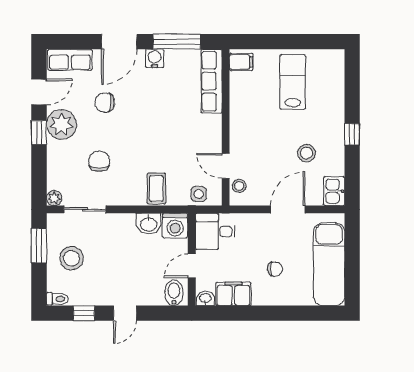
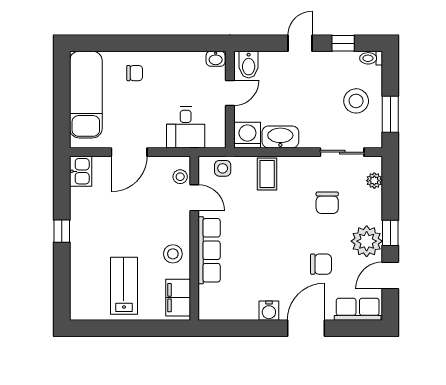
window: (177, 42) -> (246, 328), removed
filing cabinet: (241, 62) -> (178, 298), width x2.00
row of seats: (212, 81) -> (209, 250), moved
lab bench: (293, 82) -> (124, 286), turned 180
stool: (306, 153) -> (173, 254), moved
plant: (54, 198) -> (374, 181), moved
washbasin: (149, 224) -> (280, 137), width x1.38
desk: (215, 231) -> (186, 127), moved, turned 90
chair: (275, 269) -> (135, 73), moved, turned 180
filing cabinet: (233, 294) -> (186, 63), removed

